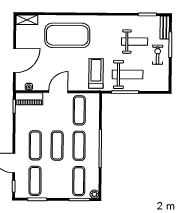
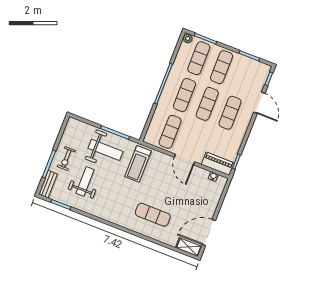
exercise mat: (67, 35) -> (153, 215), width x0.50, depth x0.69
weight bench: (135, 42) -> (85, 181), turned 90
door: (14, 60) -> (209, 233), moved
weight bench: (128, 75) -> (105, 150), turned 180
door: (58, 92) -> (185, 160), hinge flipped
exercise mat: (35, 181) -> (222, 67), moved

